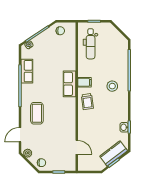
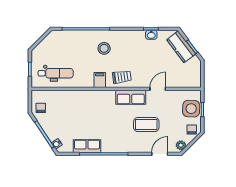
row of seats: (70, 84) -> (131, 97), moved
coffee table: (37, 113) -> (146, 125), moved
door: (20, 135) -> (160, 154), swing flipped
door: (77, 147) -> (158, 89), moved
side table: (60, 162) -> (191, 109), added

